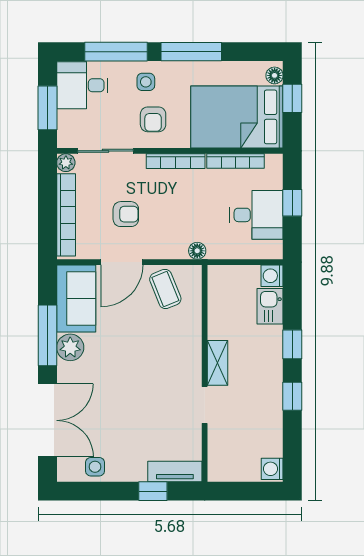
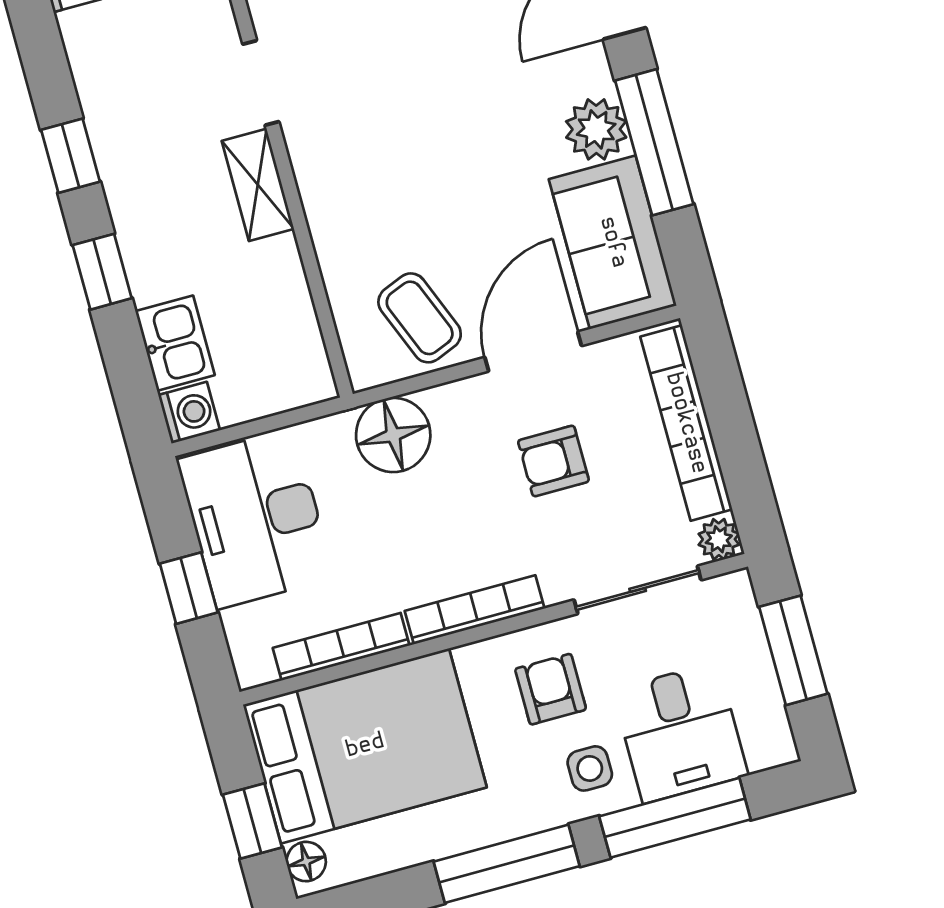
desk: (82, 85) -> (680, 733), moved, turned 90
desk: (256, 215) -> (256, 519), width x1.37
floor lamp: (197, 251) -> (393, 435), width x1.89, depth x1.89

